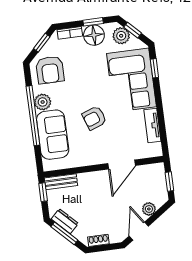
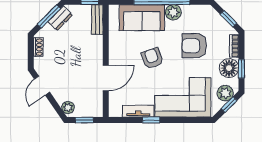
window: (154, 68) -> (151, 120), moved
armchair: (50, 70) -> (194, 46), moved
door: (122, 164) -> (106, 78), swing flipped
plant: (149, 209) -> (68, 107), moved
door: (139, 231) -> (42, 86), swing flipped

